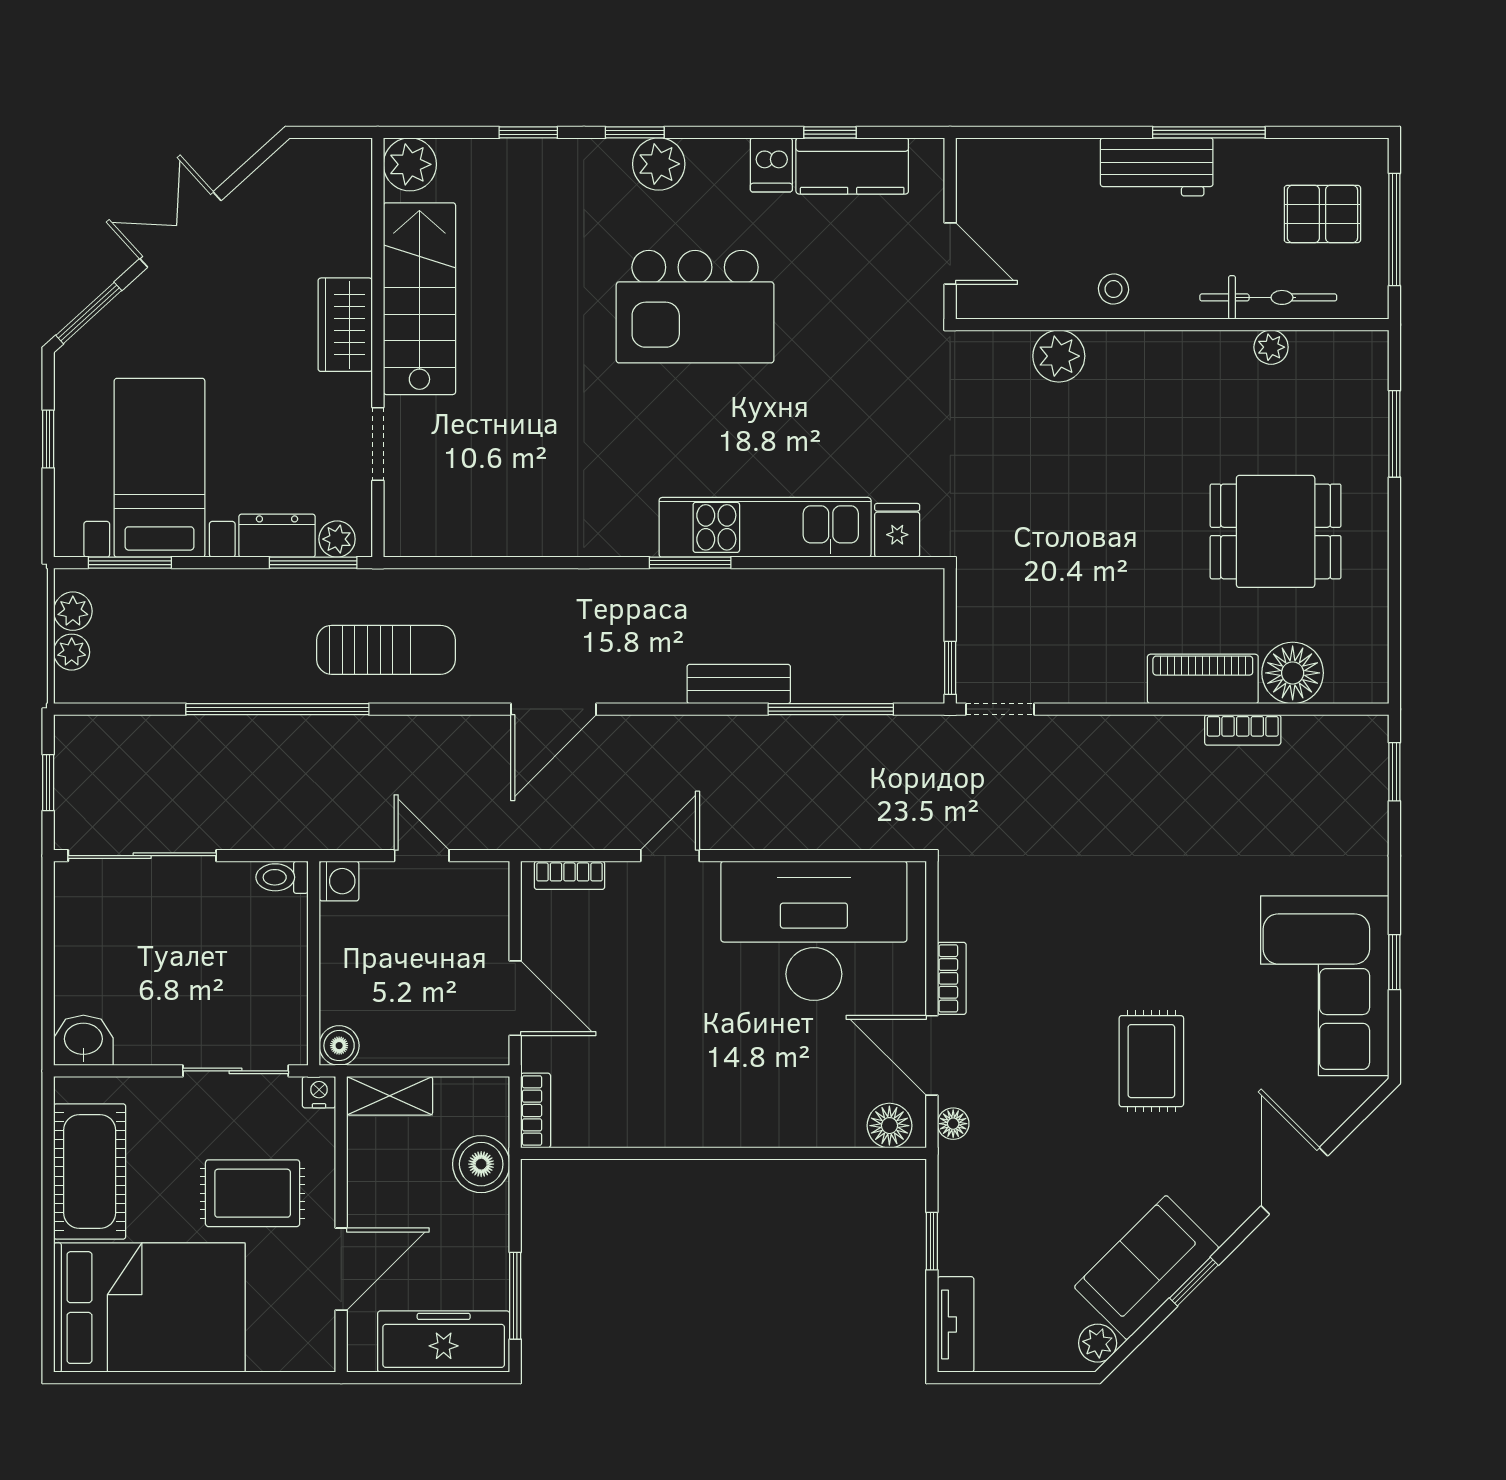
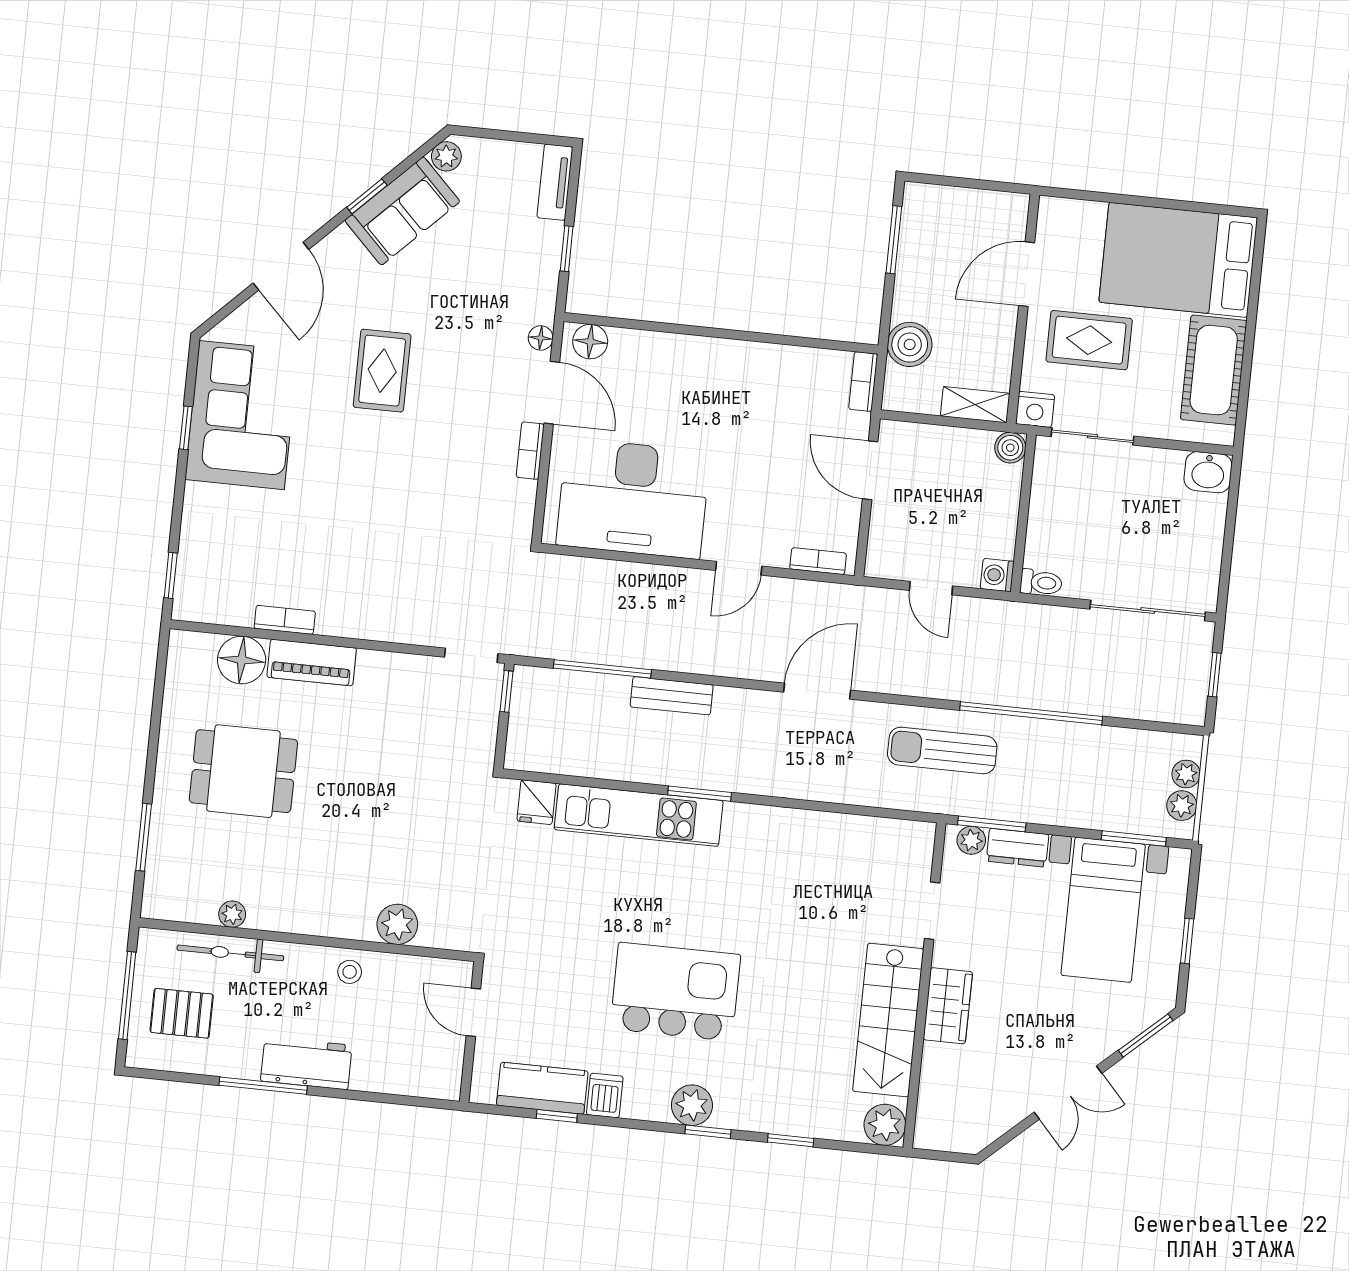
nightstand: (319, 1092) -> (1035, 409), width x1.39, depth x1.35
freezer: (444, 1342) -> (953, 210), removed

